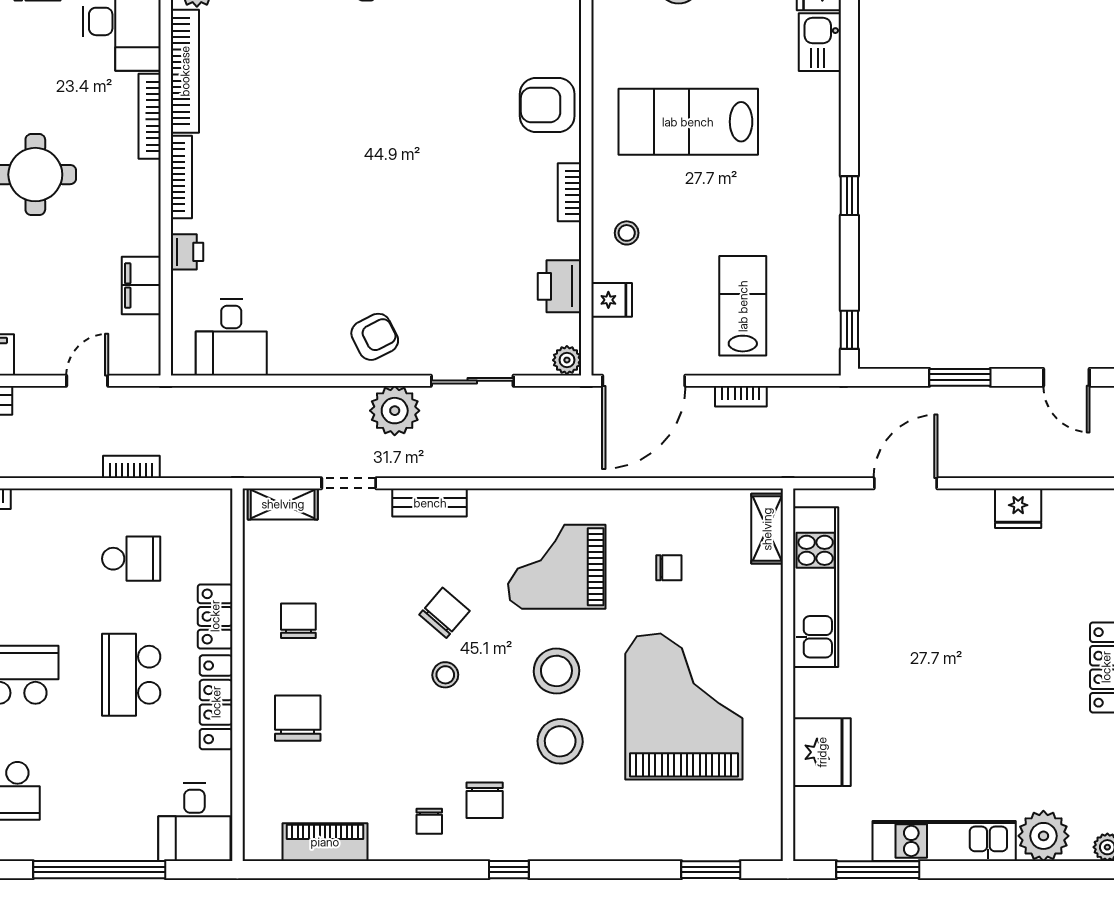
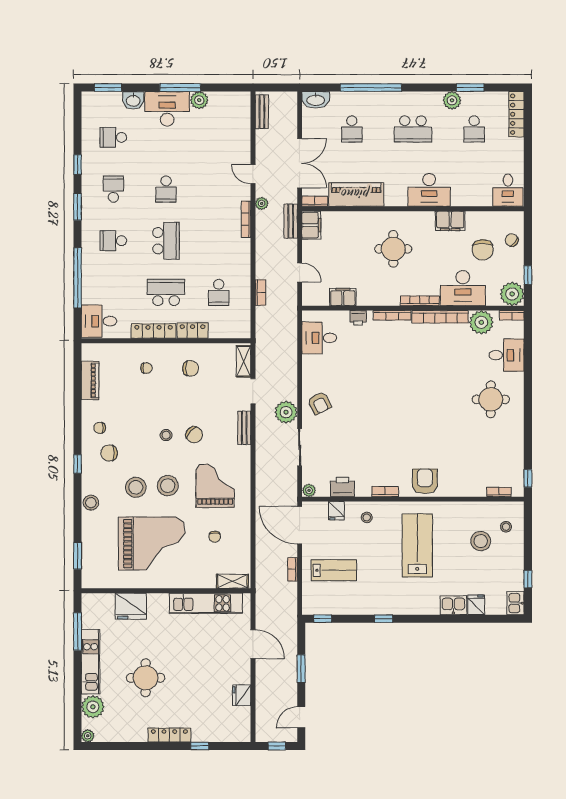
chair: (298, 718) -> (146, 368), width x0.54, depth x0.54
round table: (980, 720) -> (146, 678), added
stool: (594, 840) -> (91, 503), added

